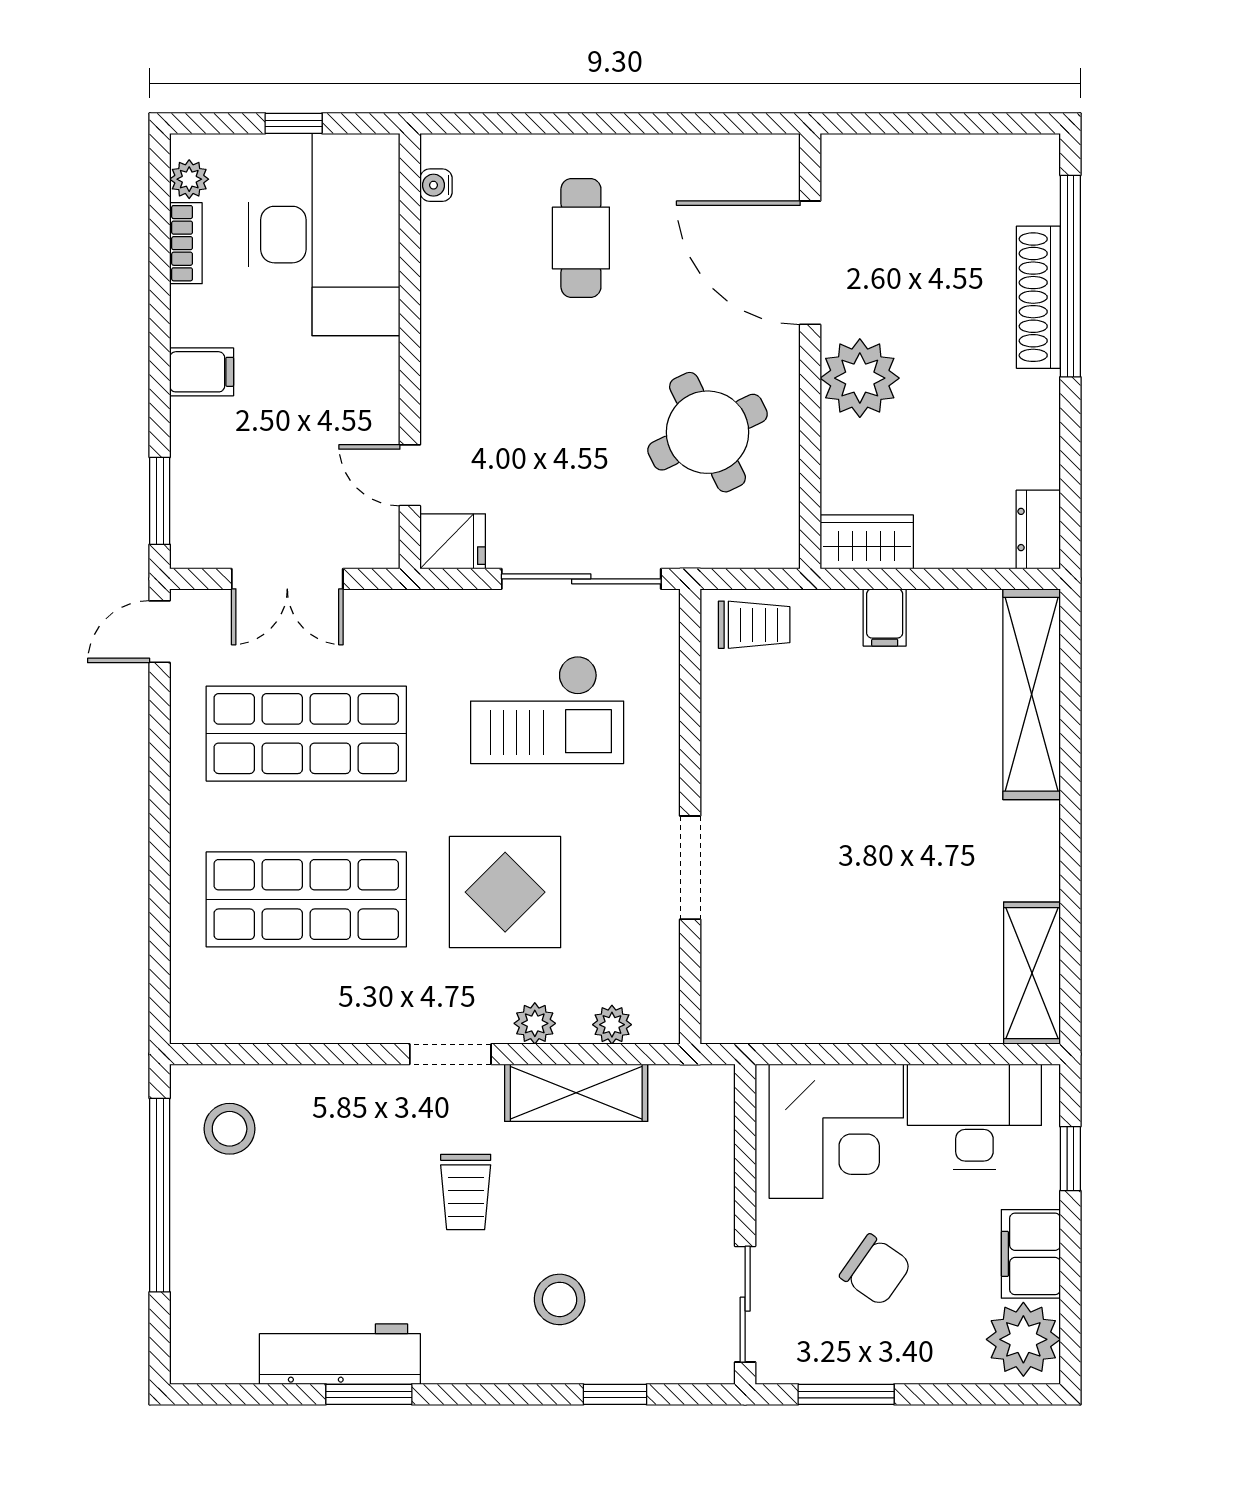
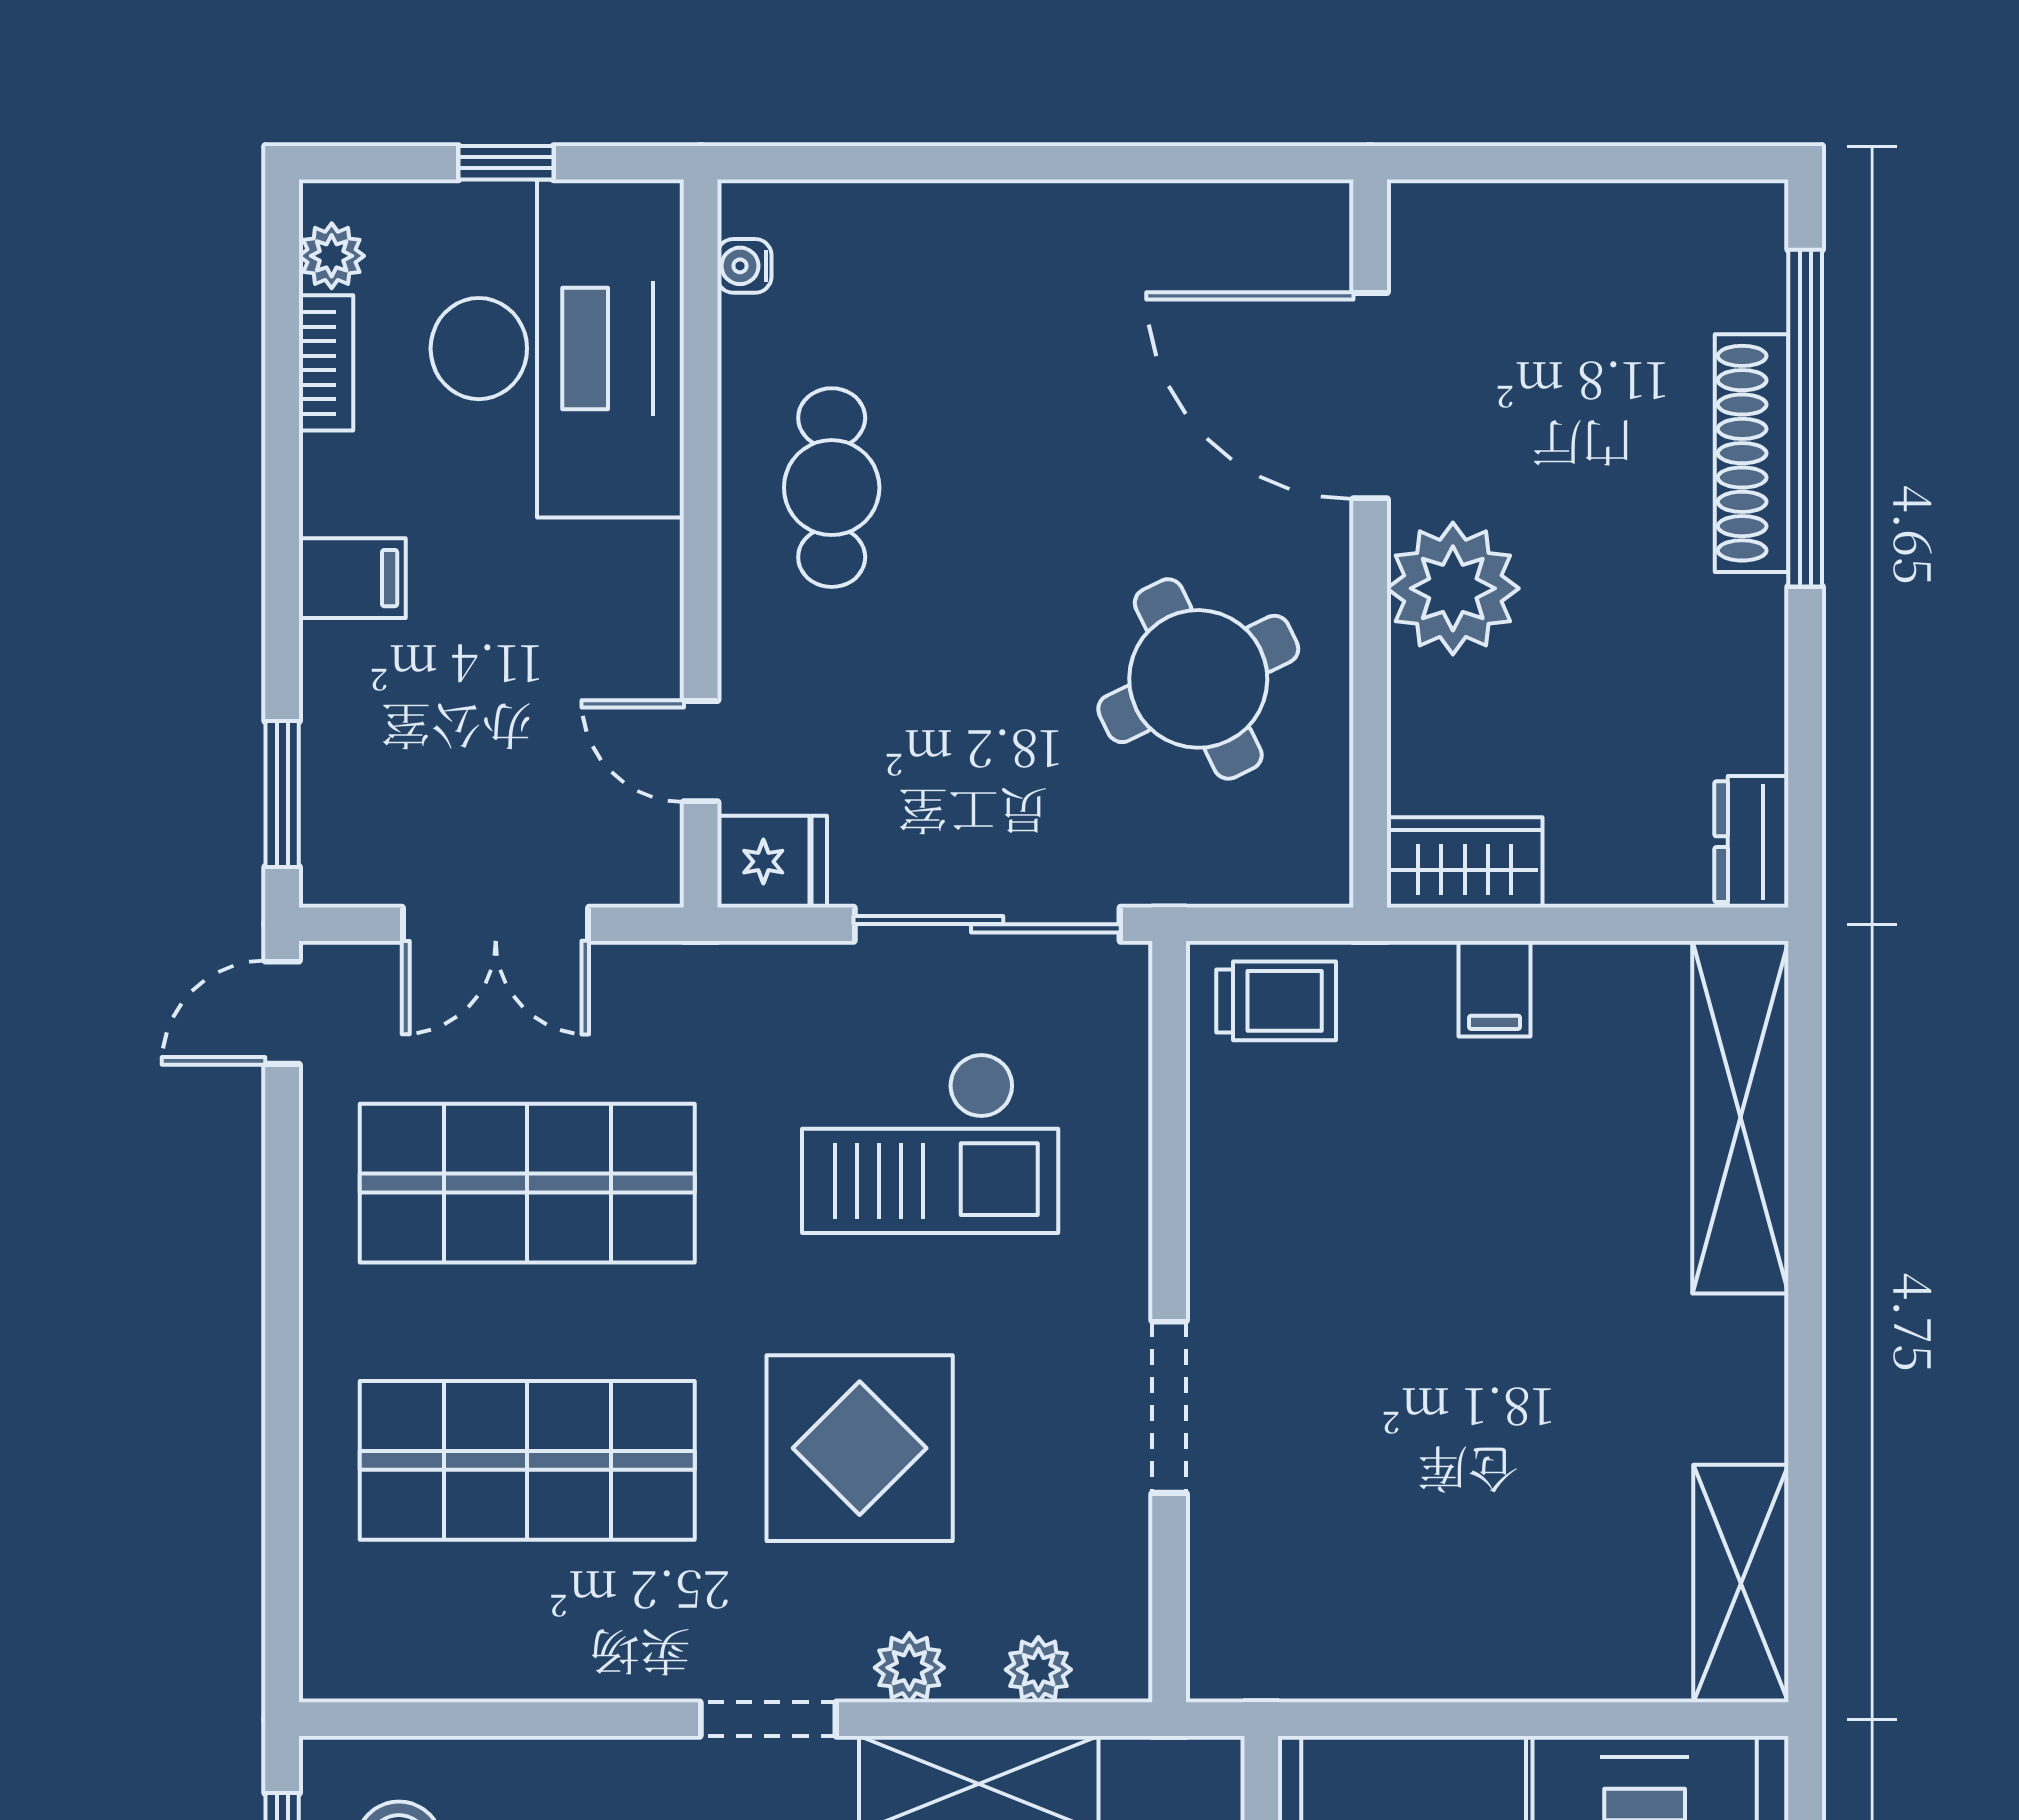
cafe table: (581, 238) -> (832, 488), moved

